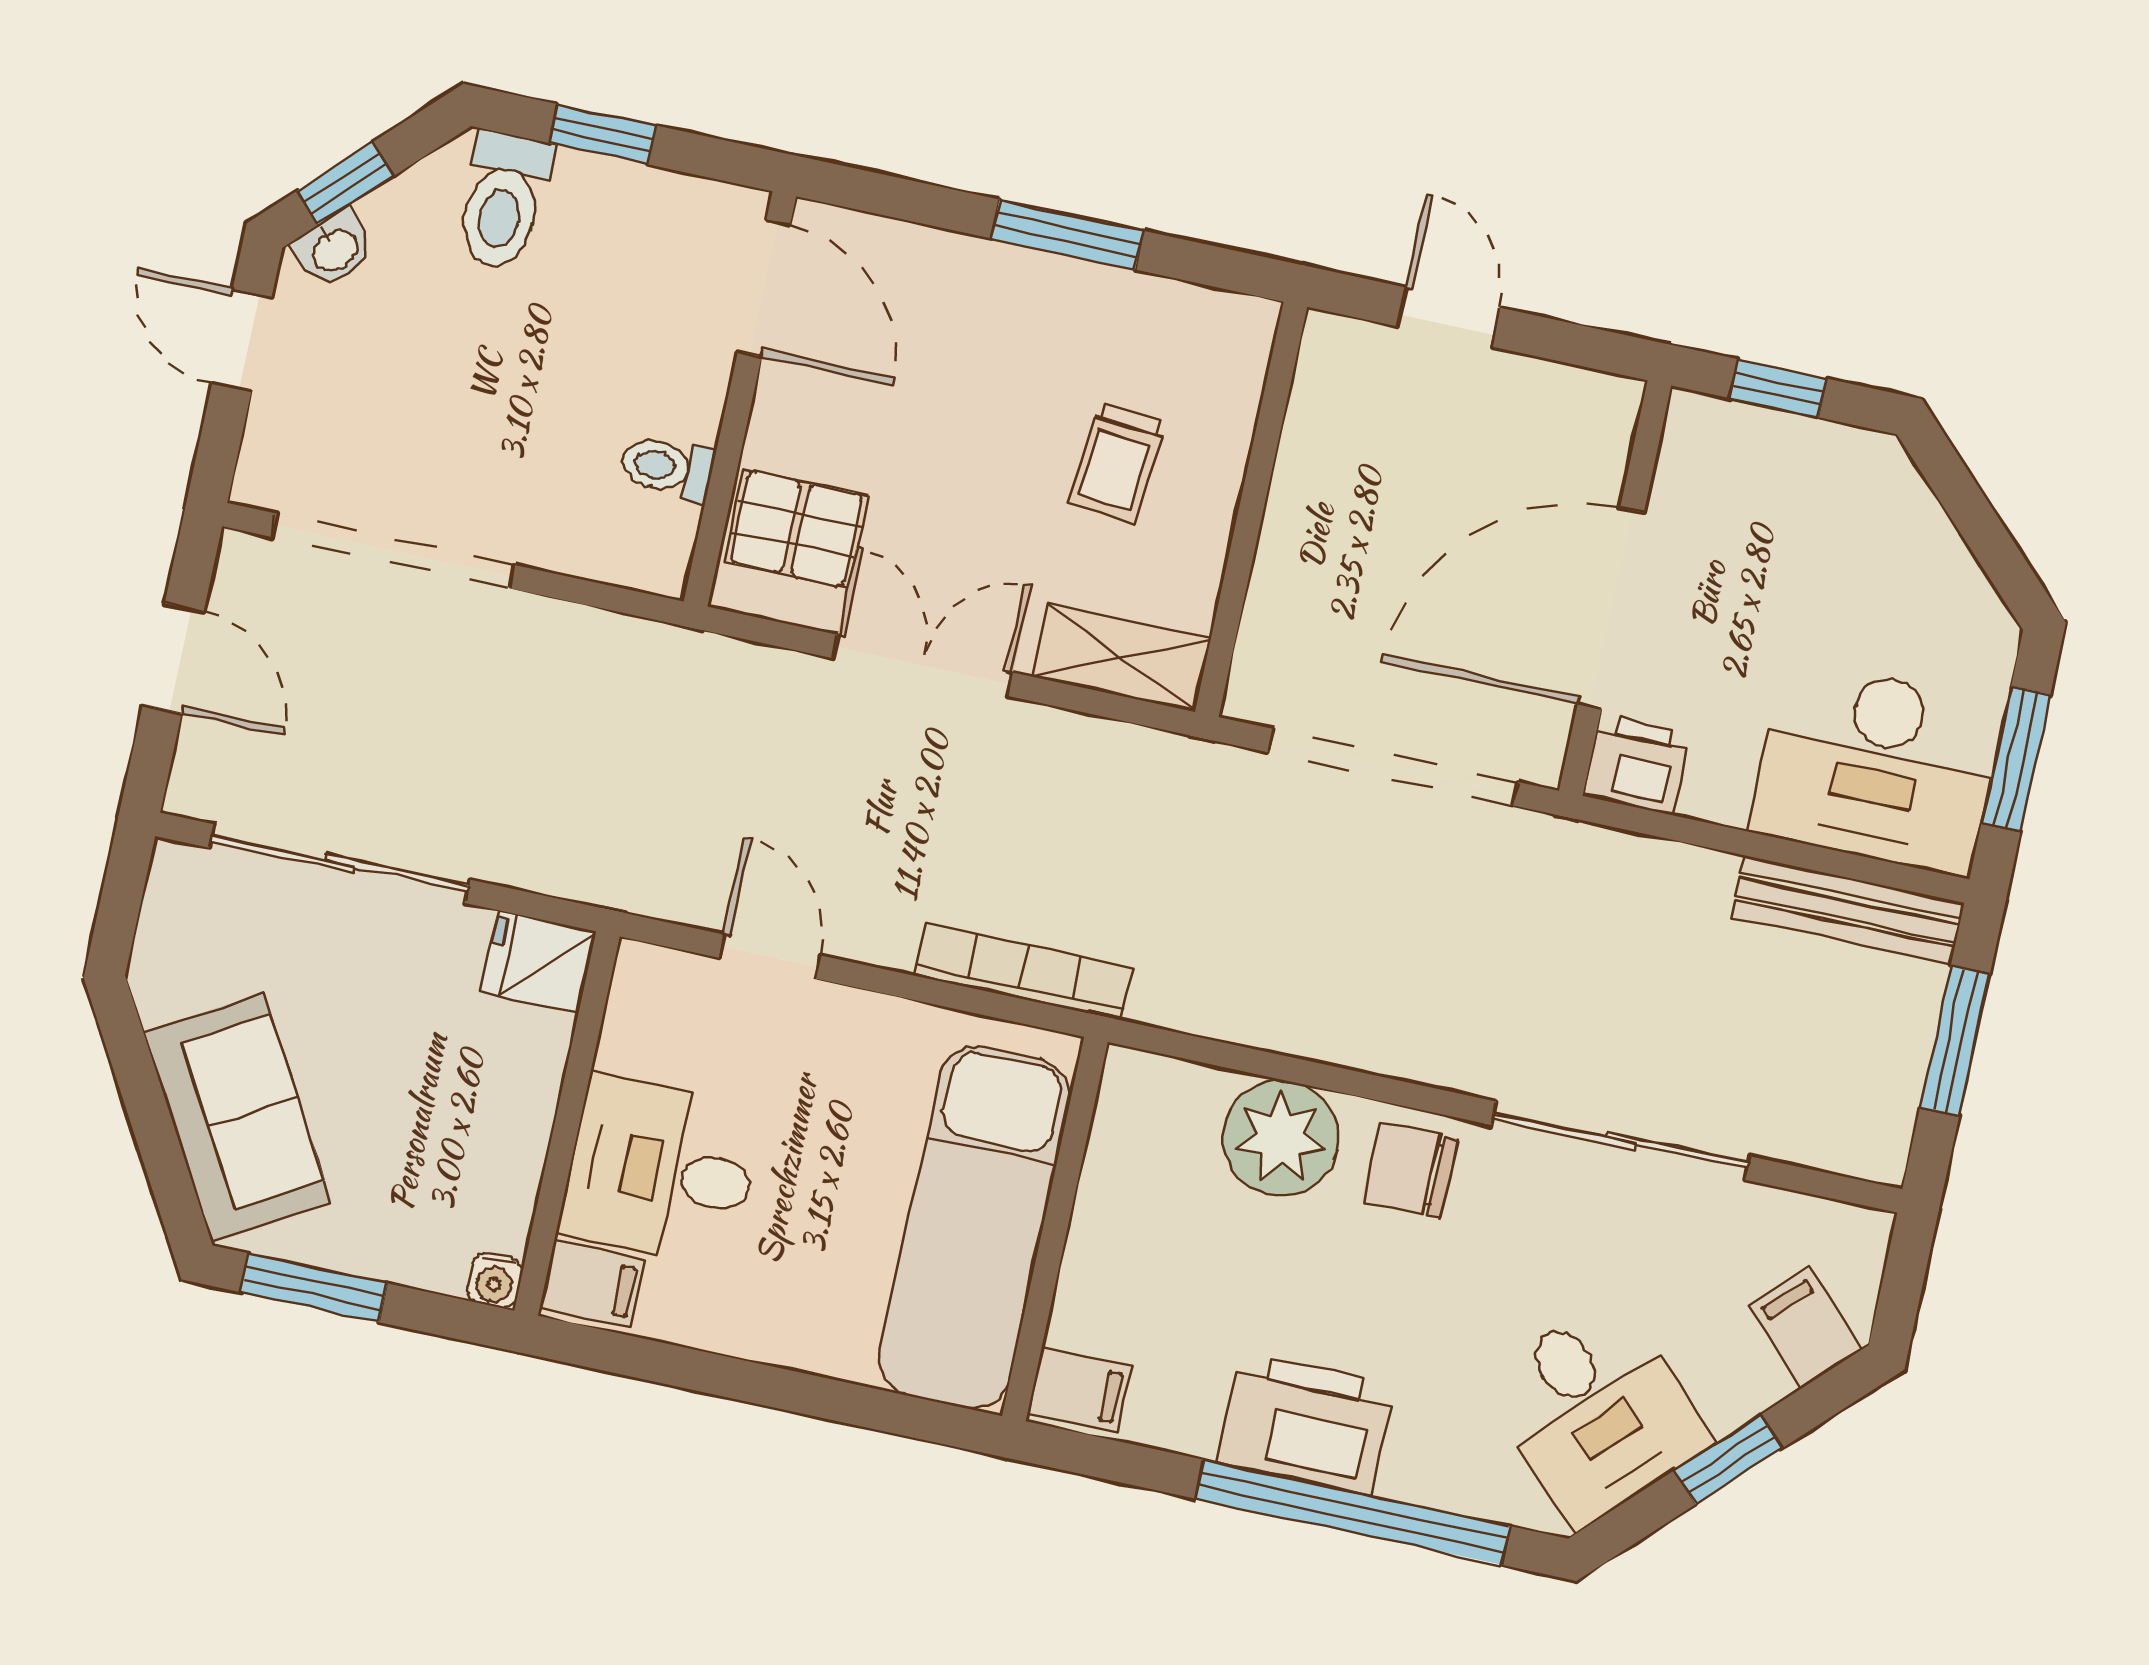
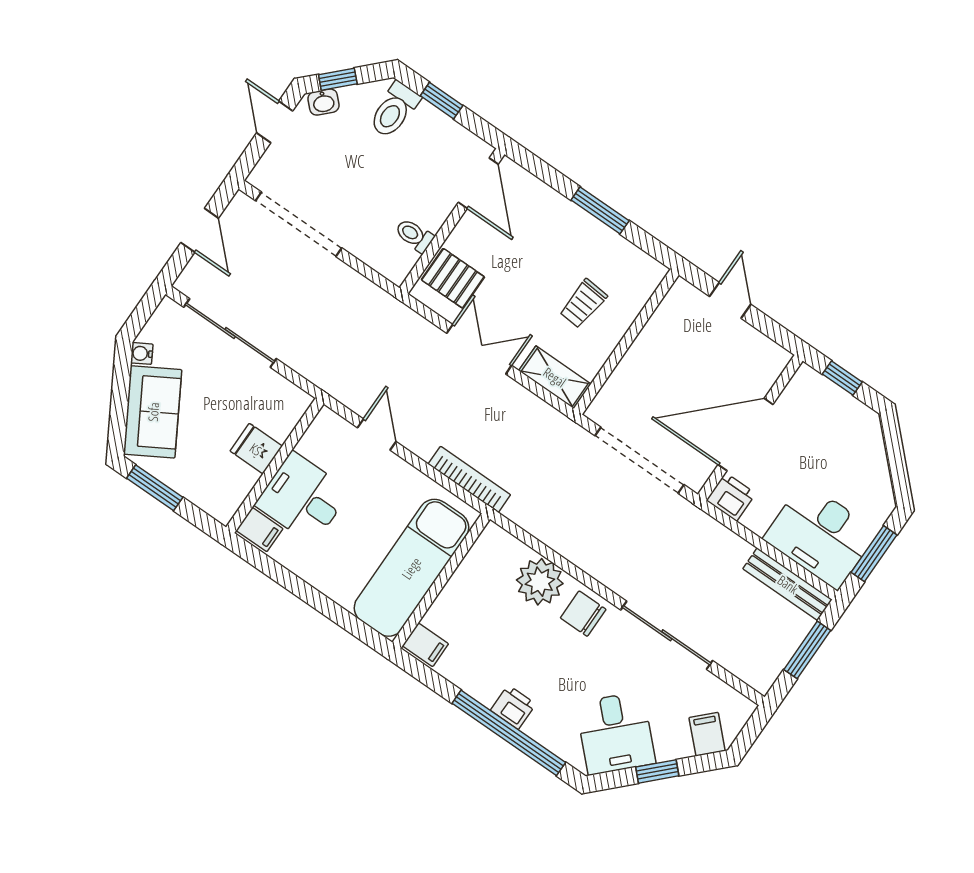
fridge: (539, 962) -> (256, 449), moved
water cooler: (495, 1280) -> (142, 353), moved, turned 60
printer: (1306, 1423) -> (513, 707), width x0.53, depth x0.68

